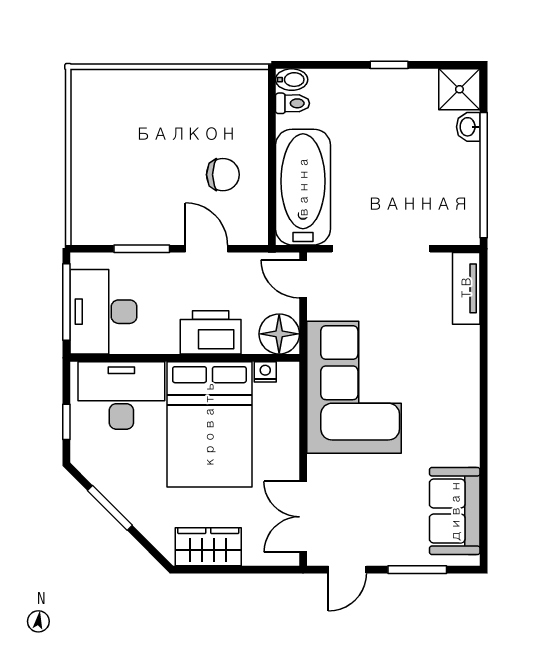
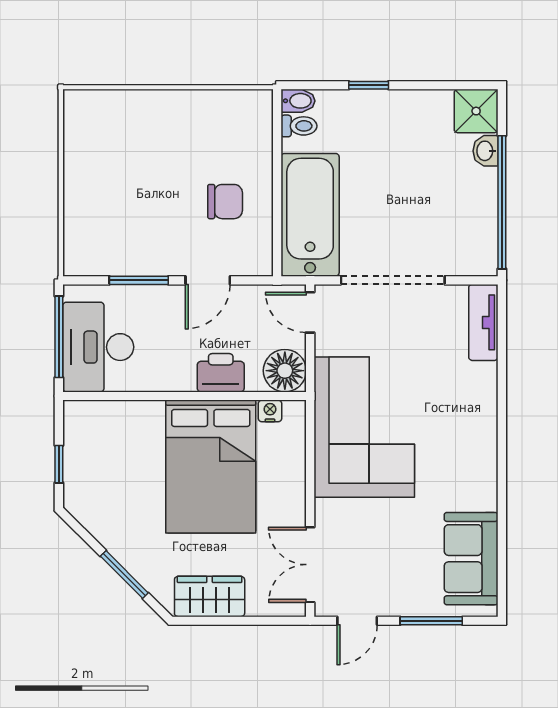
window: (389, 65) -> (369, 85), moved
door: (206, 249) -> (208, 280), swing flipped
printer: (211, 332) -> (221, 373), width x0.73, depth x0.84
desk: (121, 395) -> (117, 436), removed
window: (110, 508) -> (124, 574), moved

